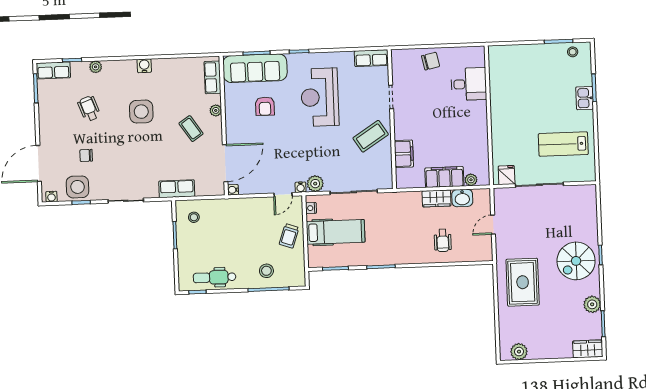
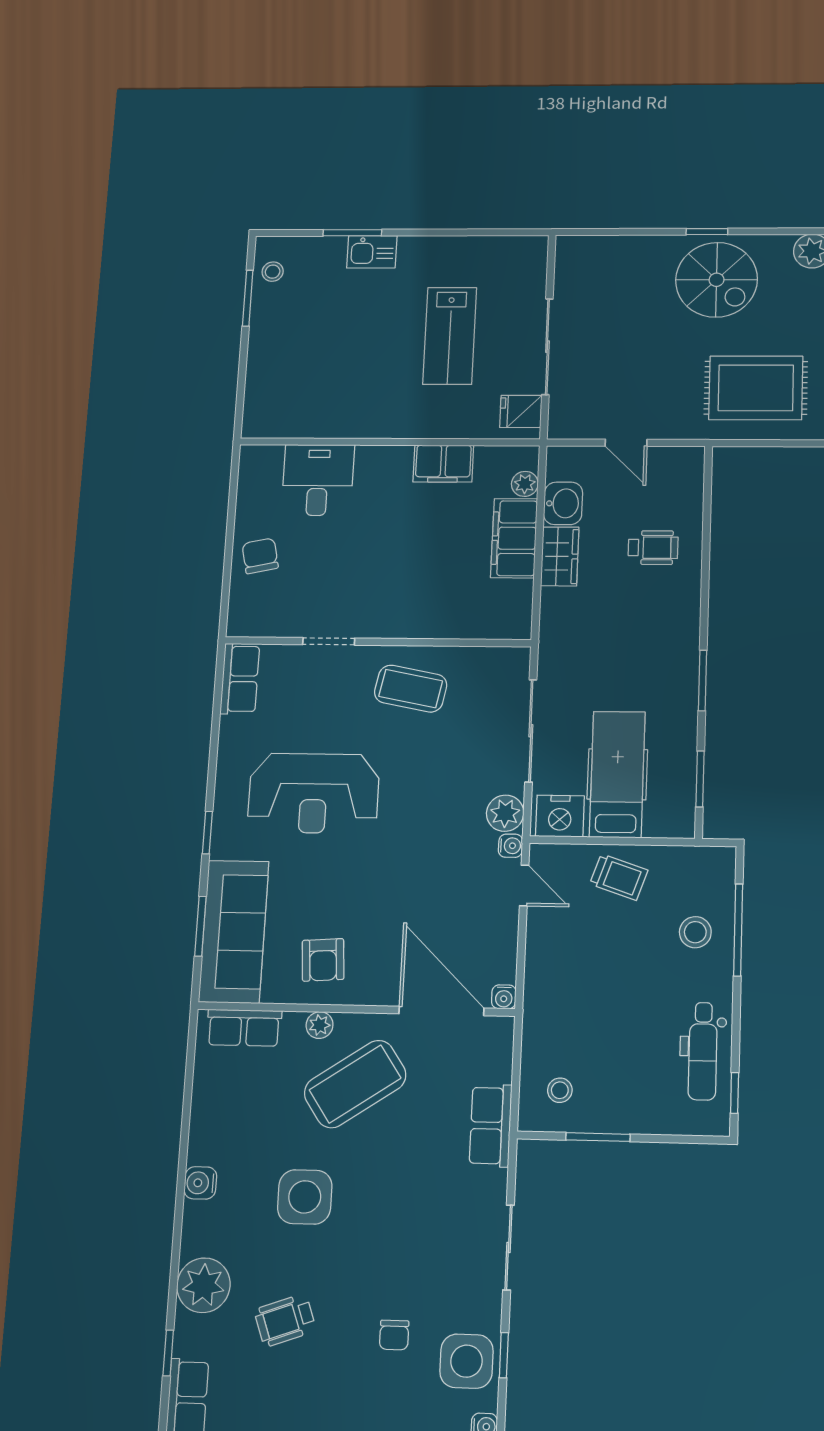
plant: (96, 67) -> (203, 1285), width x1.87, depth x1.87
armchair: (265, 106) -> (323, 960), moved, turned 86
coffee table: (191, 129) -> (355, 1084), width x1.86, depth x1.72
coffee table: (371, 136) -> (411, 689), turned -46
lab bench: (563, 144) -> (450, 336), moved
filing cabinet: (404, 154) -> (443, 464), moved, turned 180
nightstand: (311, 208) -> (560, 816), width x1.89, depth x1.79

